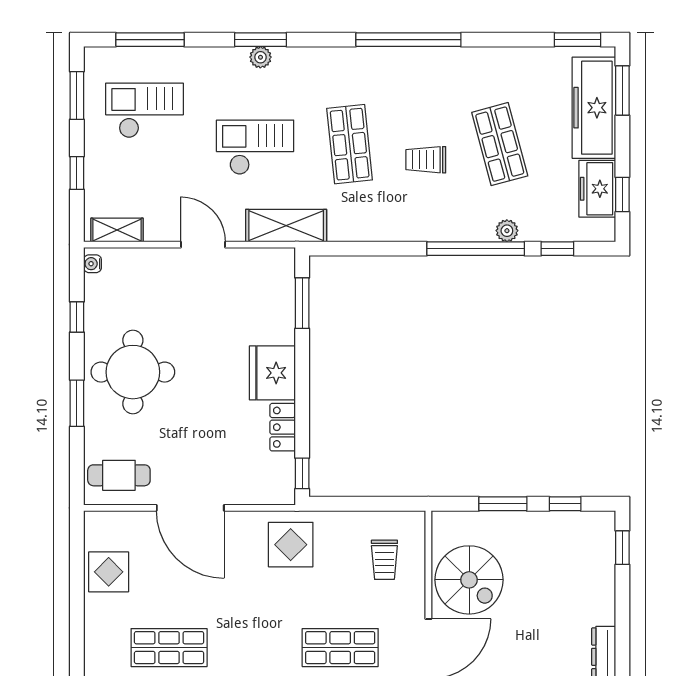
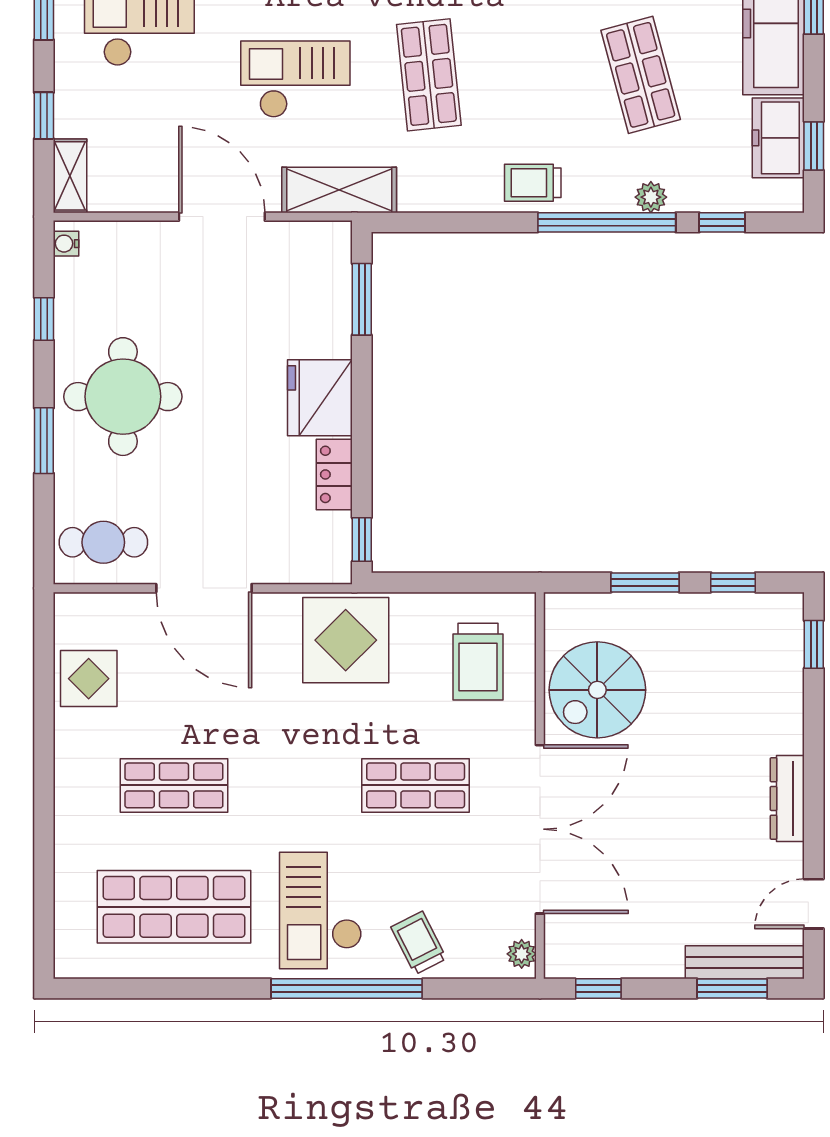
trolley: (426, 160) -> (533, 183), moved
shelving: (117, 230) -> (70, 176), moved, turned 90
door: (203, 245) -> (222, 217), width x1.36
display table: (291, 545) -> (346, 640), width x1.36, depth x1.36
trolley: (384, 560) -> (478, 662), width x1.36, depth x1.39
spiral stairs: (469, 580) -> (597, 690), turned 90

